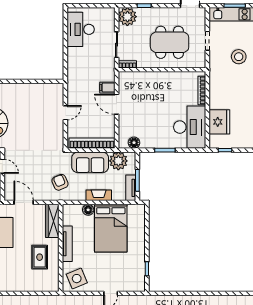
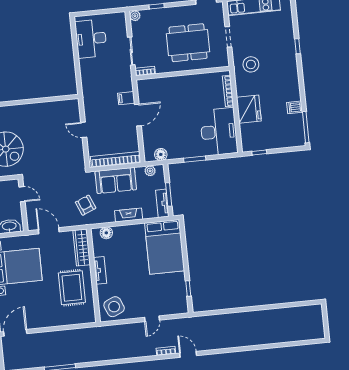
plant: (127, 17) -> (135, 16), width x0.53, depth x0.53
stool: (239, 57) -> (251, 64), moved
door: (117, 104) -> (138, 115), swing flipped
door: (65, 113) -> (84, 130), swing flipped
fridge: (219, 122) -> (249, 109), moved
plant: (118, 161) -> (150, 171), width x0.53, depth x0.53
floor lamp: (88, 210) -> (106, 233), moved
bed: (111, 228) -> (165, 247), moved
tv unit: (67, 244) -> (100, 270), width x0.71
rug: (40, 257) -> (72, 288), width x1.36, depth x1.43

